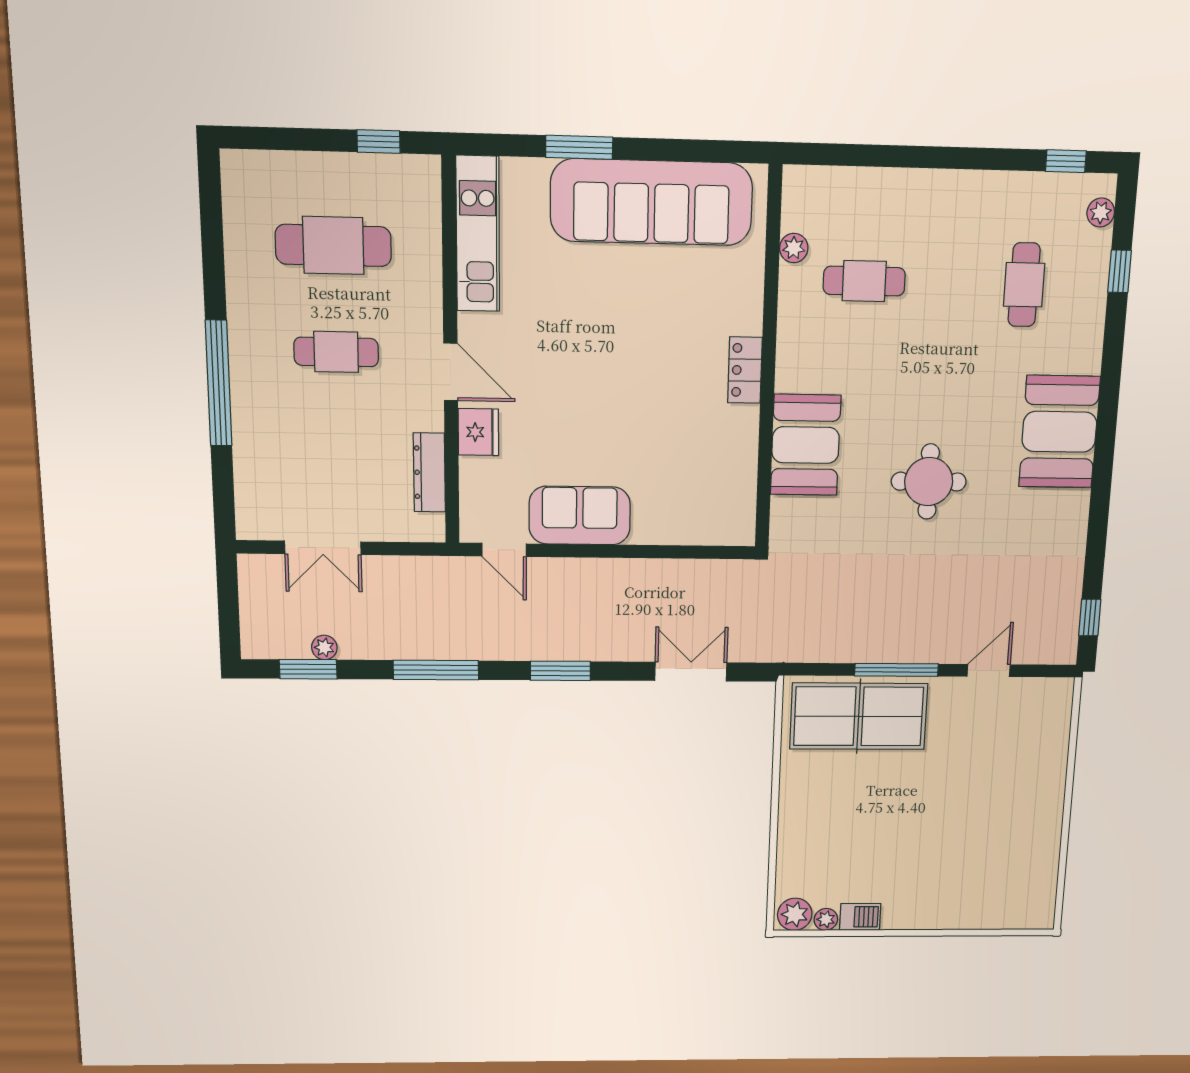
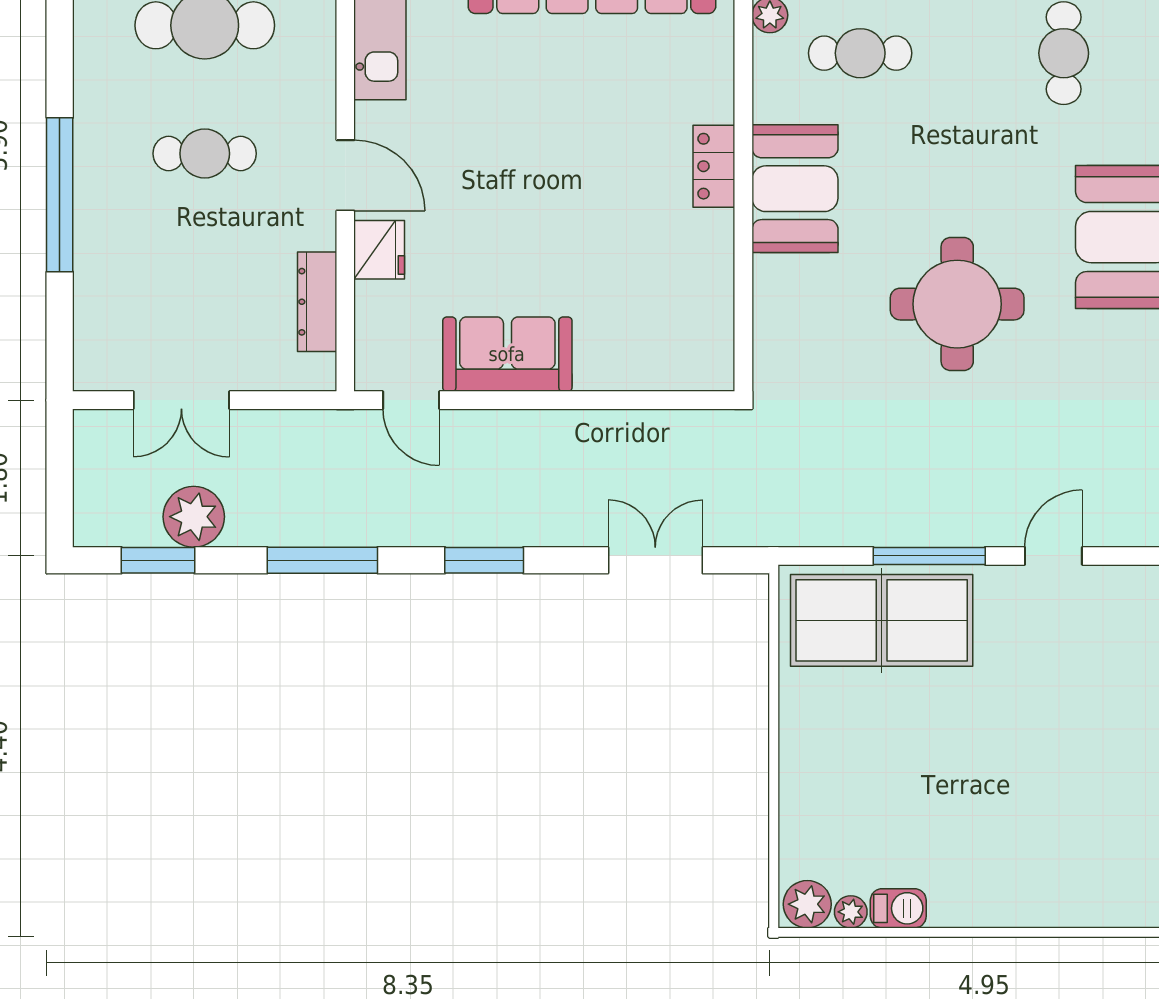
booth: (806, 445) -> (795, 189), moved
round table: (929, 482) -> (957, 304), width x1.36, depth x1.36
plant: (324, 647) -> (194, 517), width x1.87, depth x1.87

